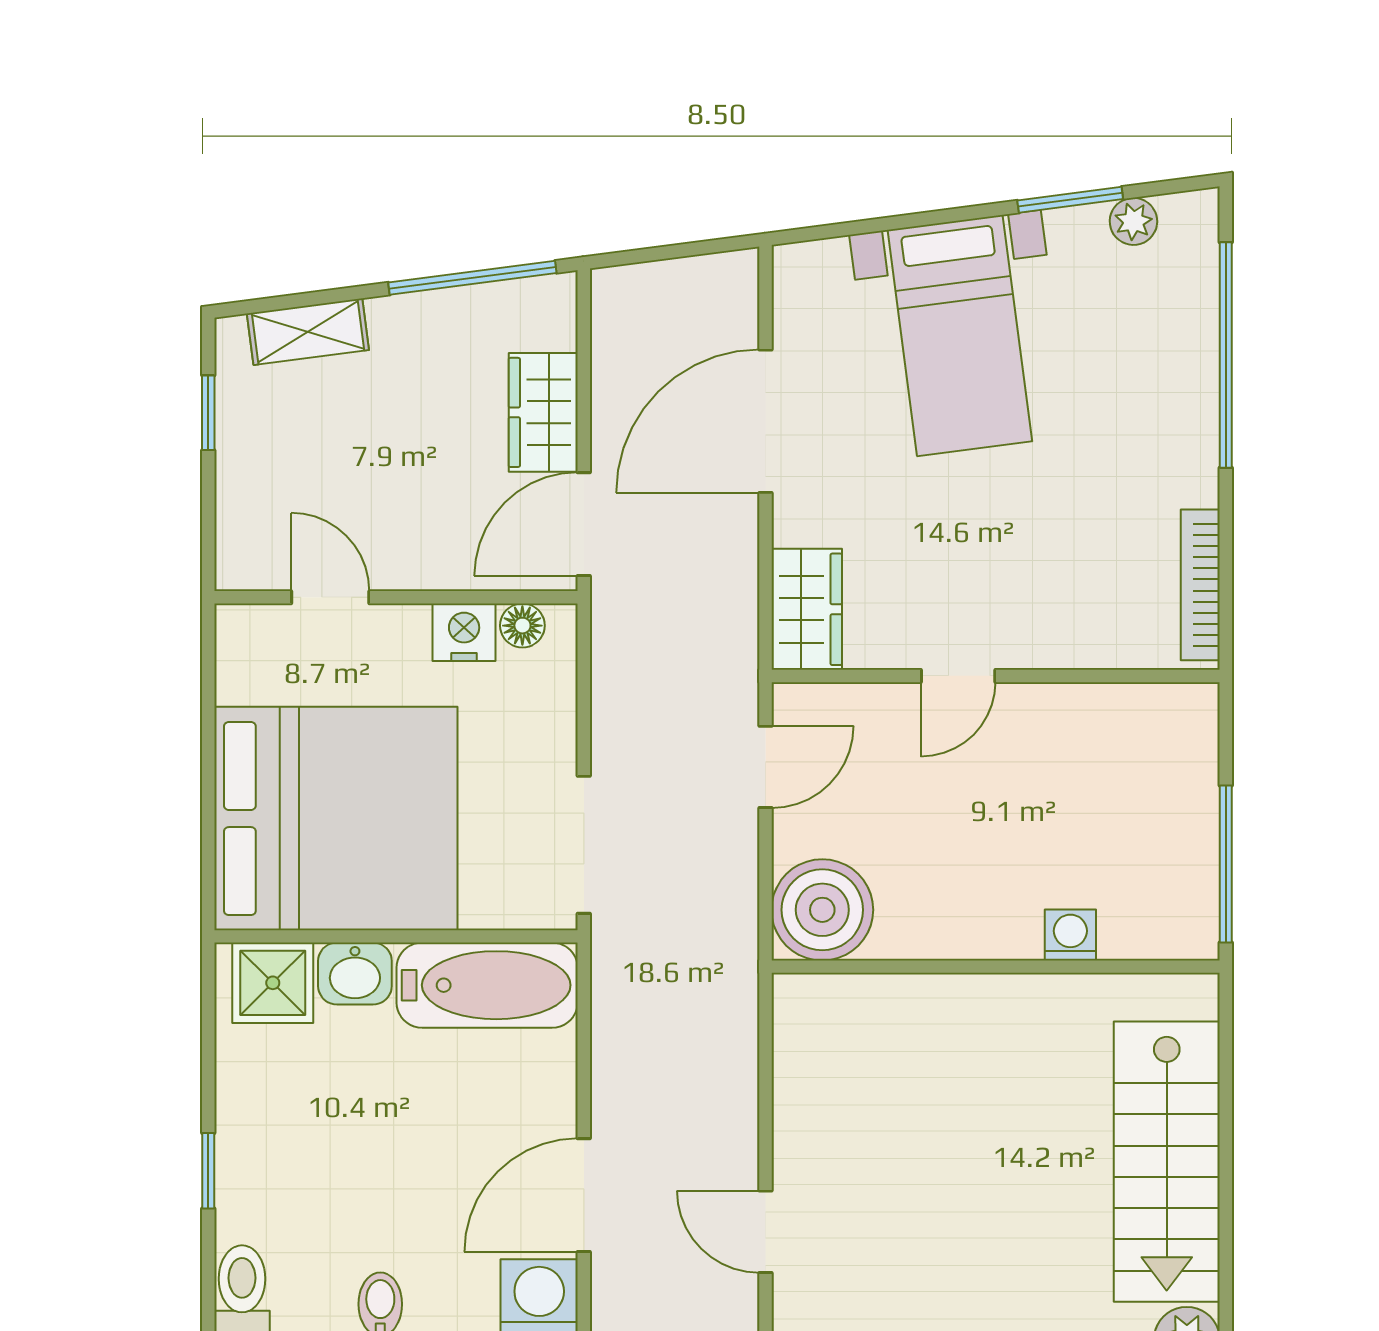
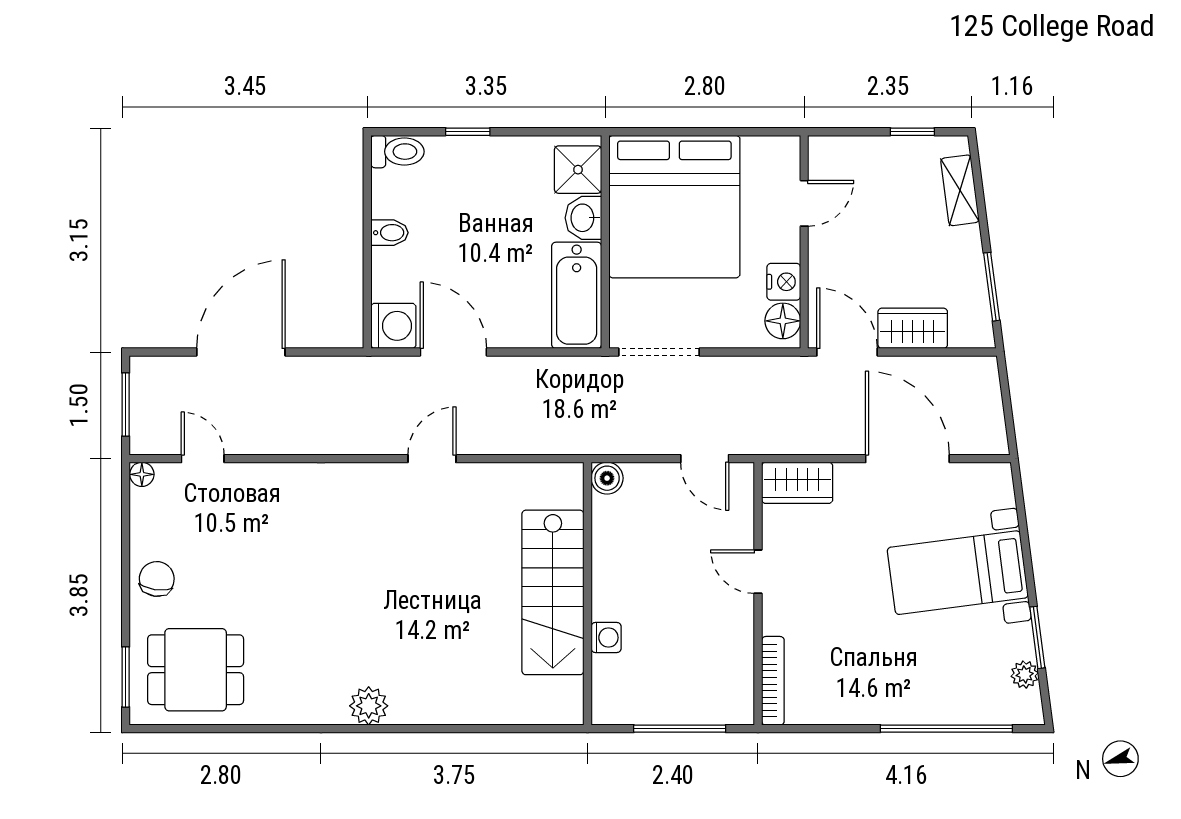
window: (472, 278) -> (992, 287), width x0.69
bookcase: (1200, 585) -> (773, 681), moved, turned 90
floor lamp: (522, 626) -> (783, 321), width x1.37, depth x1.37
window: (1226, 864) -> (680, 729), moved
boiler: (822, 910) -> (607, 478), width x0.54, depth x0.54
stairs: (1167, 1162) -> (553, 592), moved, turned -90

